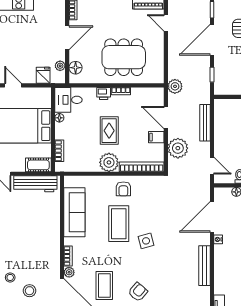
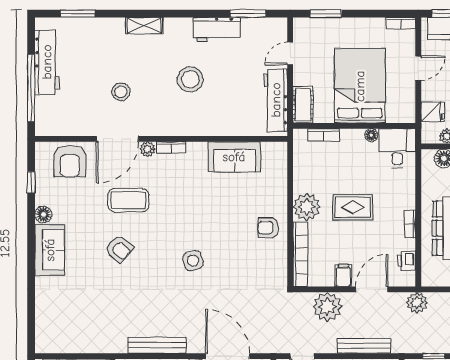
printer: (104, 93) -> (407, 261), moved
sofa: (74, 212) -> (234, 157), width x0.73
coffee table: (119, 224) -> (218, 221), removed
stool: (10, 277) -> (190, 79), moved, width x1.89, depth x1.89

